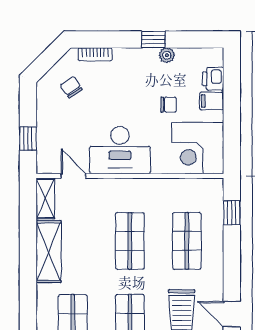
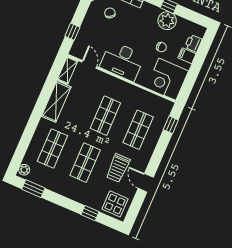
plant: (167, 55) -> (167, 21), width x1.88, depth x1.88

